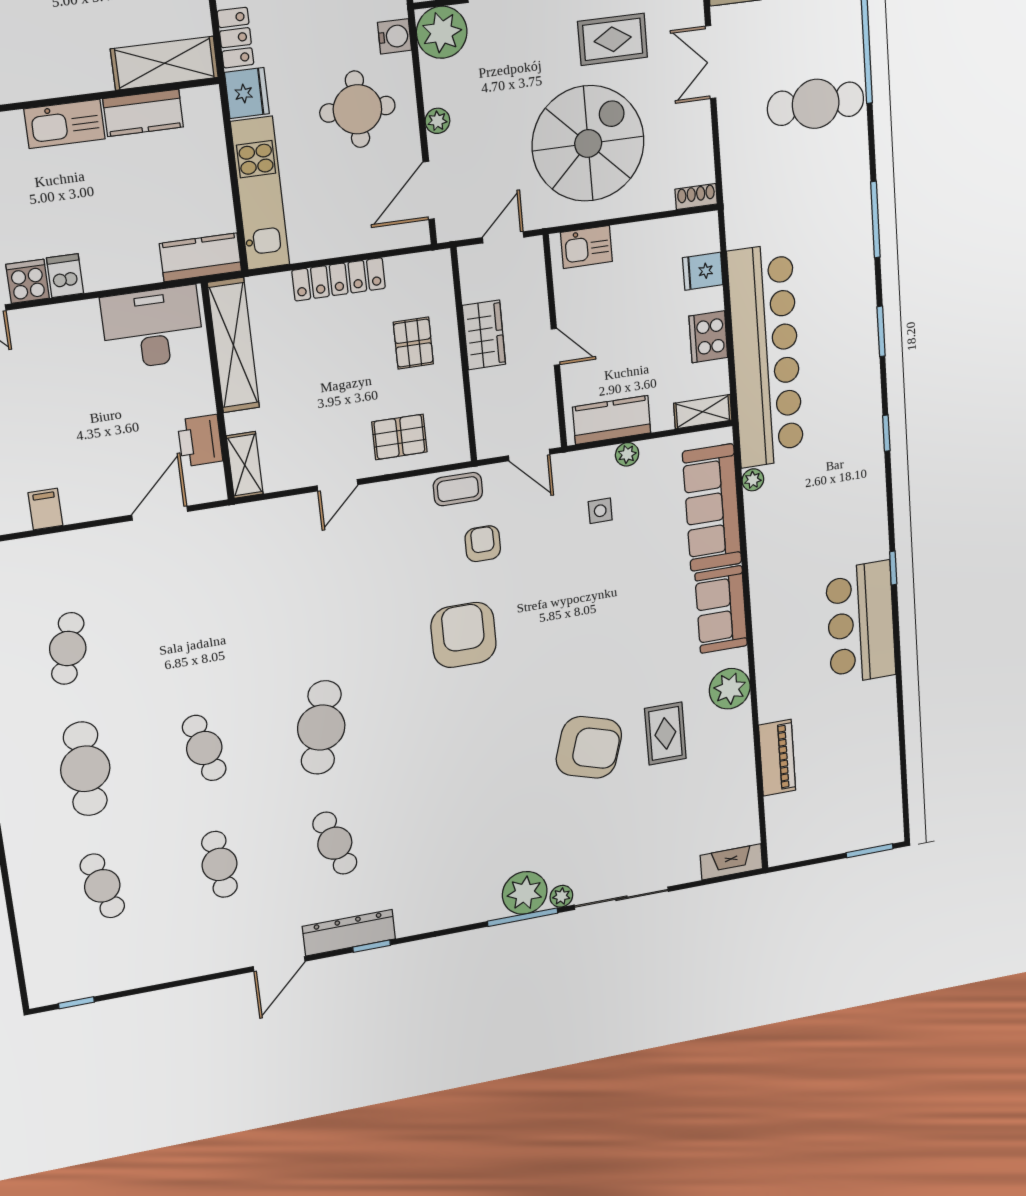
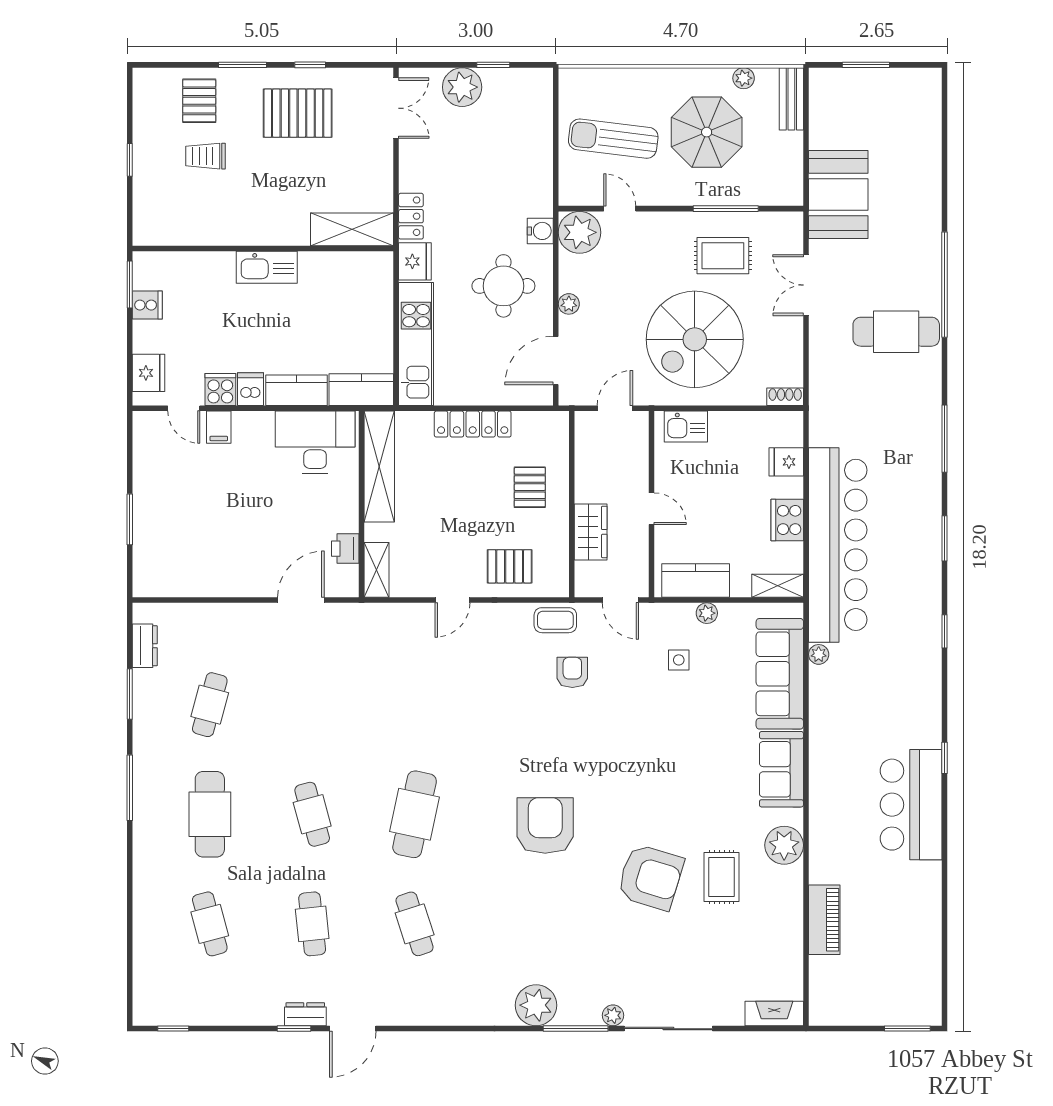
kitchen counter: (143, 113) -> (296, 390), moved, turned 180
spiral stairs: (588, 143) -> (695, 339), turned 180
wardrobe: (484, 335) -> (591, 532), moved
printer: (200, 441) -> (345, 549), width x0.73, depth x0.81
filing cabinet: (45, 509) -> (219, 427), moved, turned 180
armchair: (464, 635) -> (545, 826), moved
plant: (525, 893) -> (536, 1005), moved
dresser: (349, 933) -> (305, 1014), moved, width x0.51, depth x0.80
window: (372, 946) -> (294, 1029), moved

